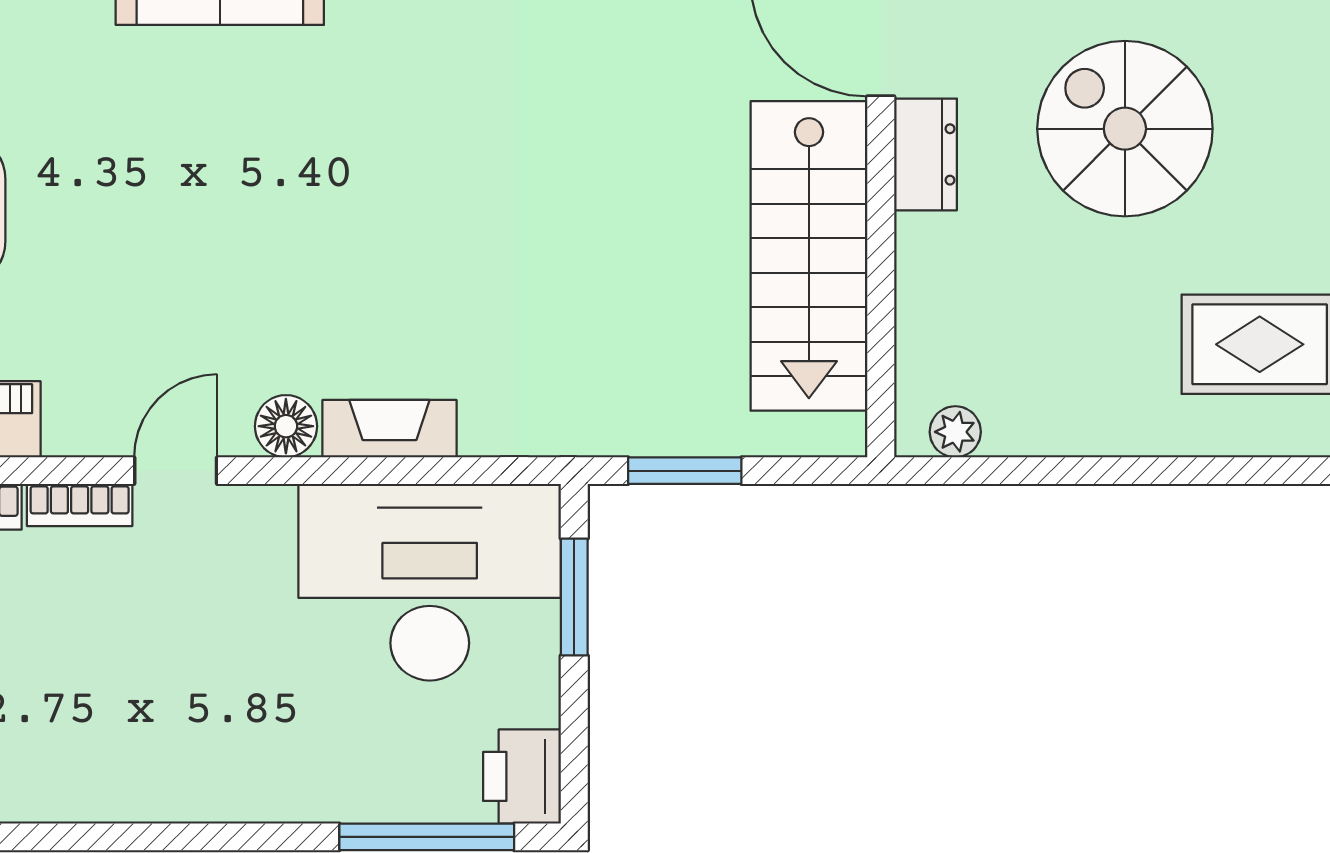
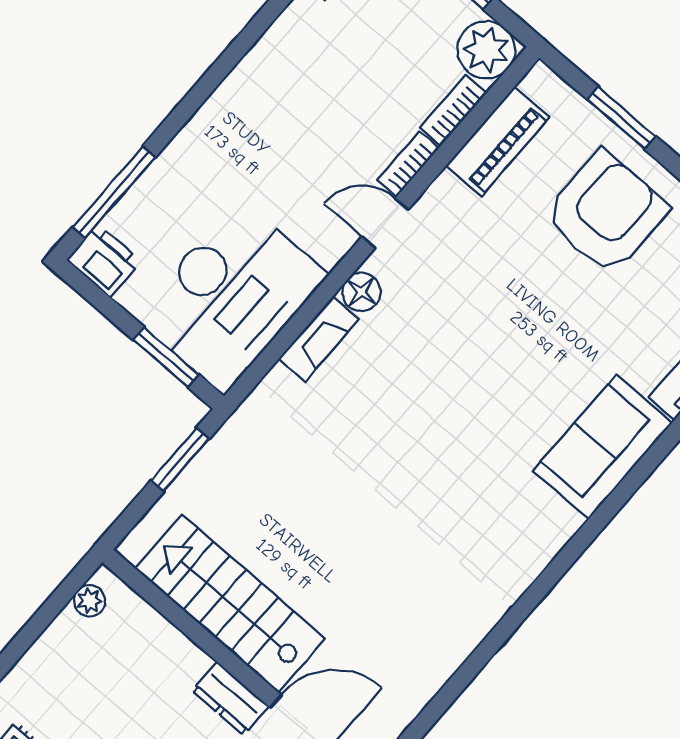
door: (176, 471) -> (385, 223), swing flipped

